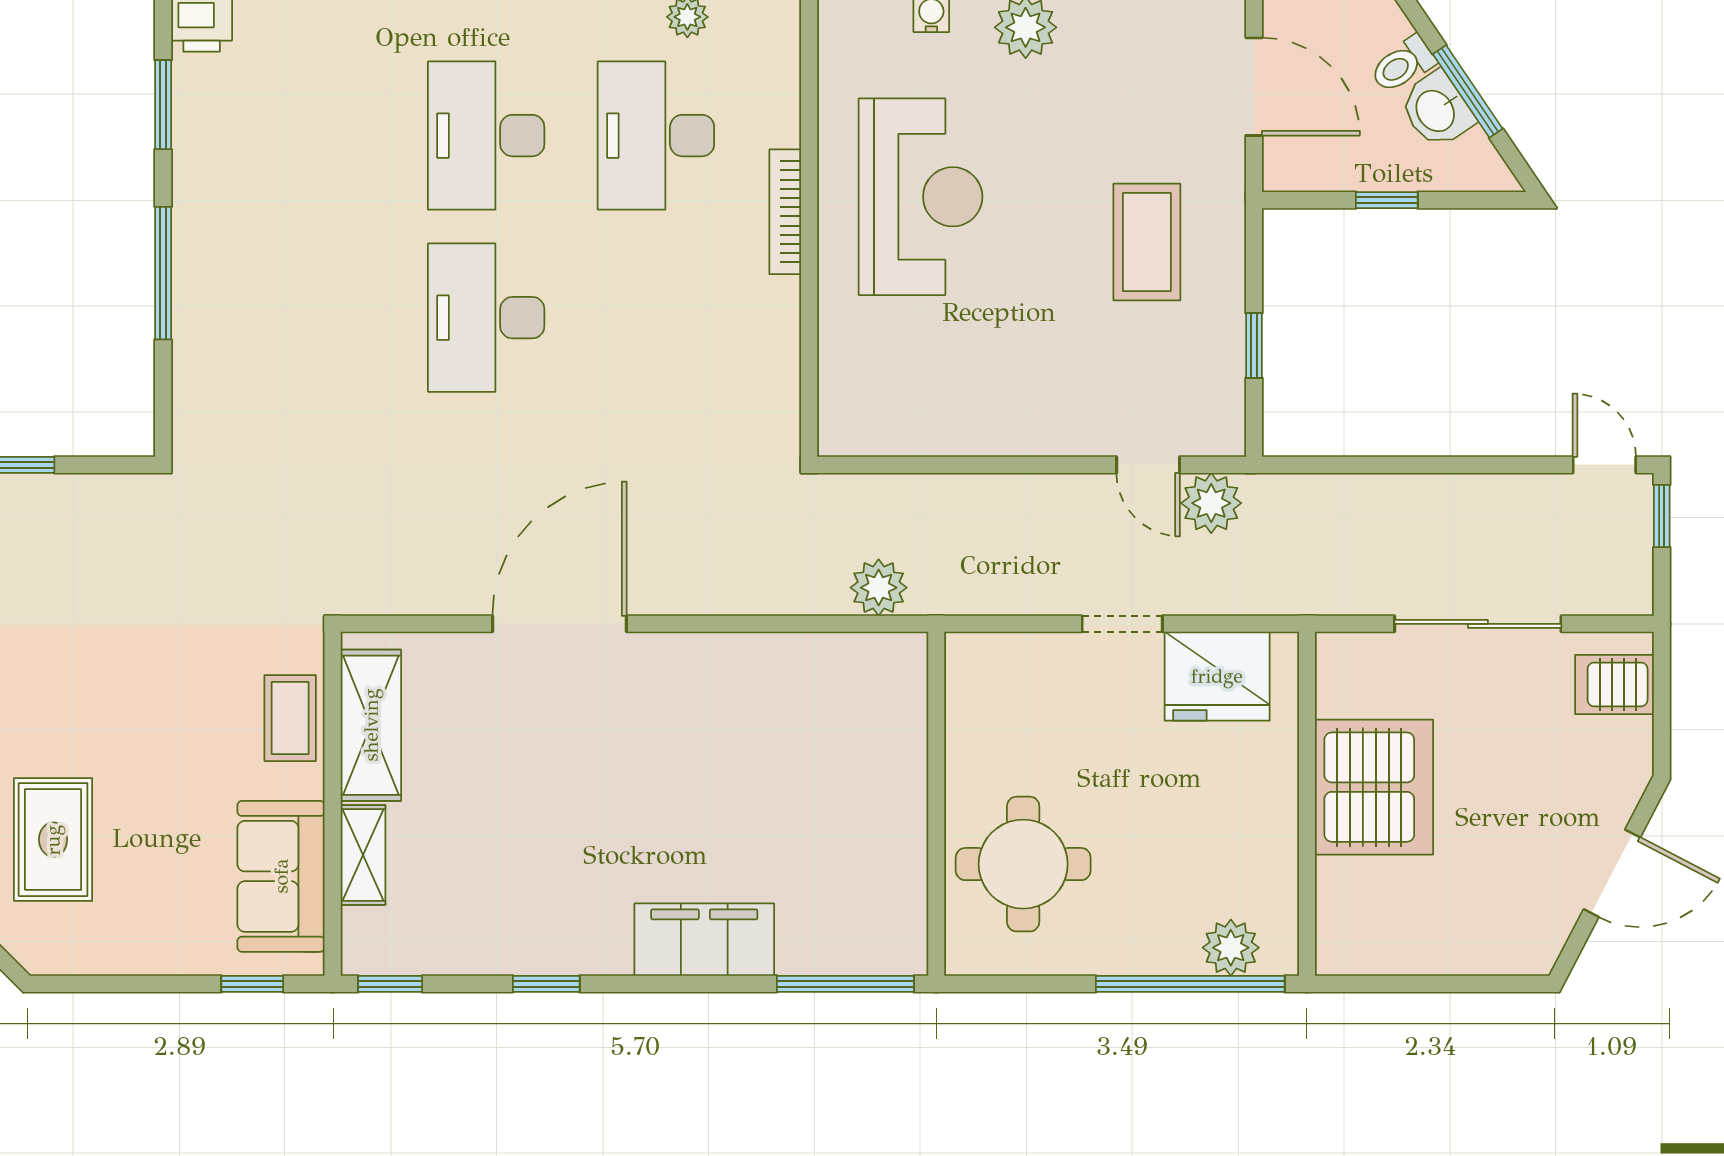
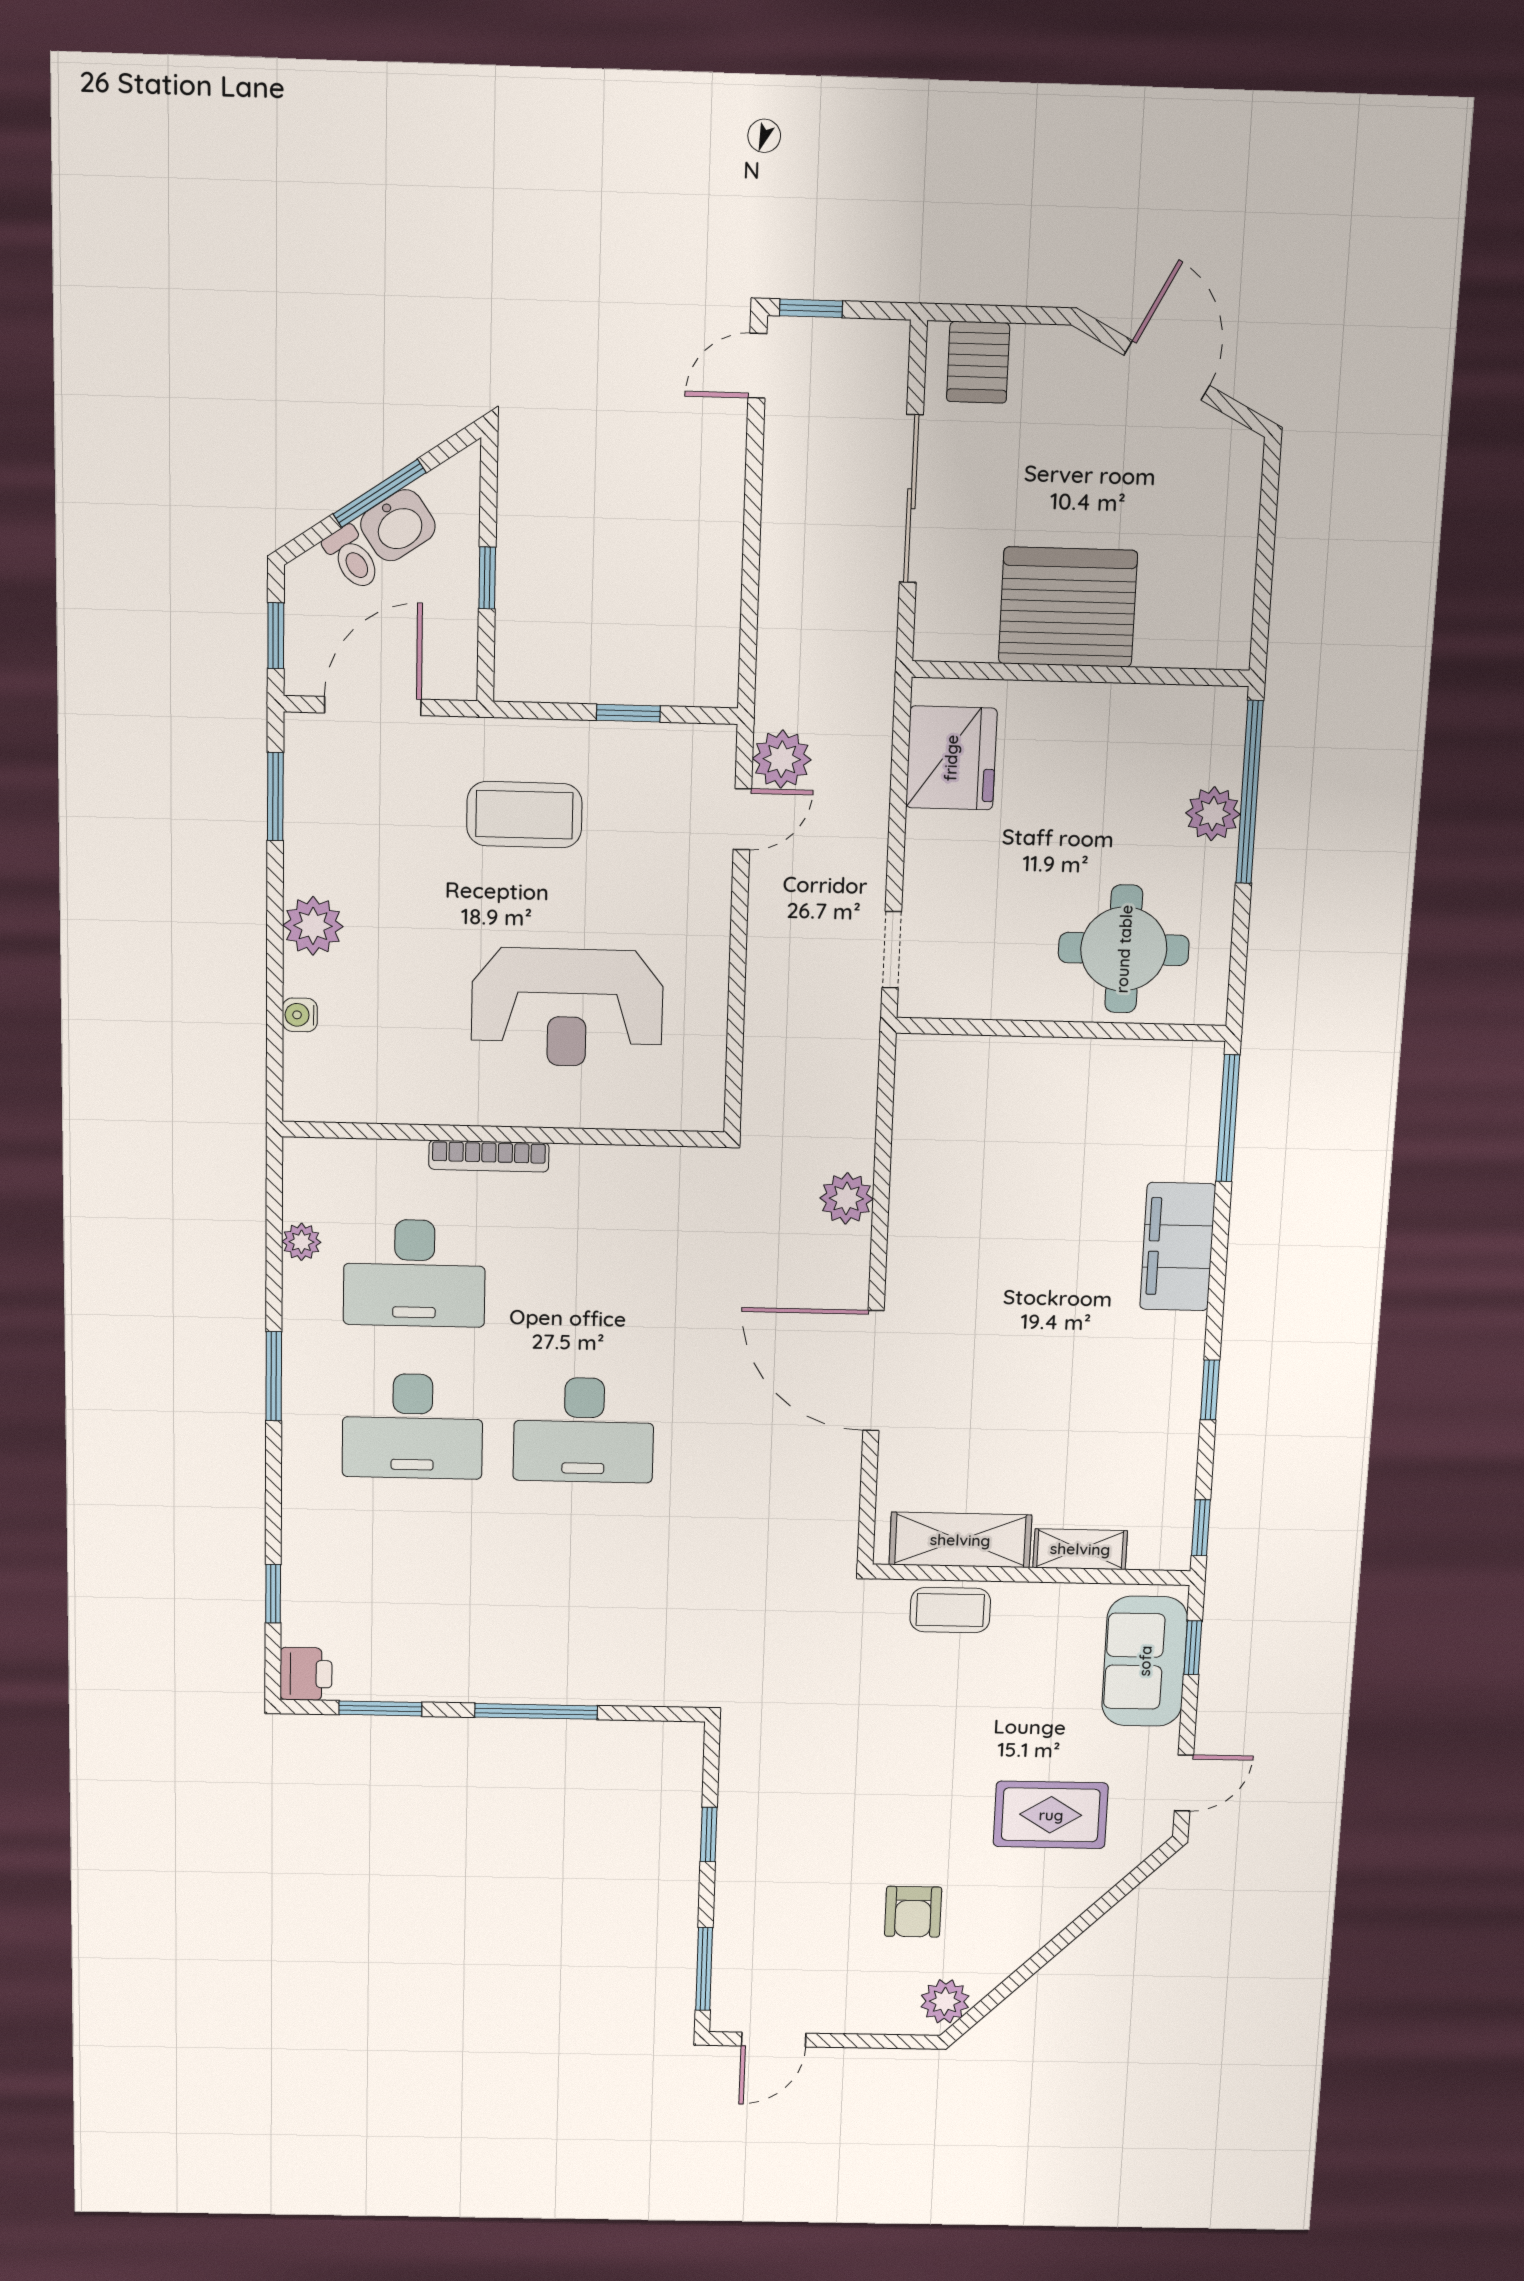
reception desk: (921, 197) -> (567, 1008), moved, turned 180
plant: (879, 588) -> (846, 1198), moved
doorway: (1122, 624) -> (892, 950), moved
sofa: (281, 876) -> (1145, 1661), moved, turned 90
plant: (1231, 948) -> (1213, 814), moved
door: (94, 984) -> (1184, 1783), added

